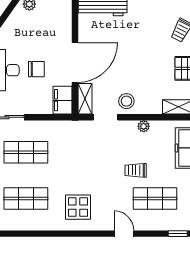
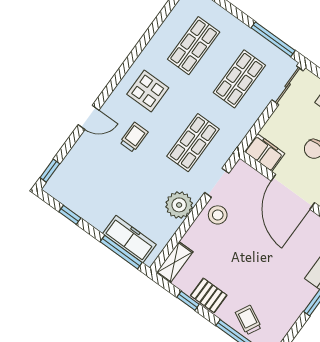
shelving: (85, 99) -> (250, 176), removed
plant: (144, 126) -> (179, 205), width x1.88, depth x1.88
trolley: (136, 170) -> (134, 137), moved
shop shelf: (155, 199) -> (193, 143), moved

